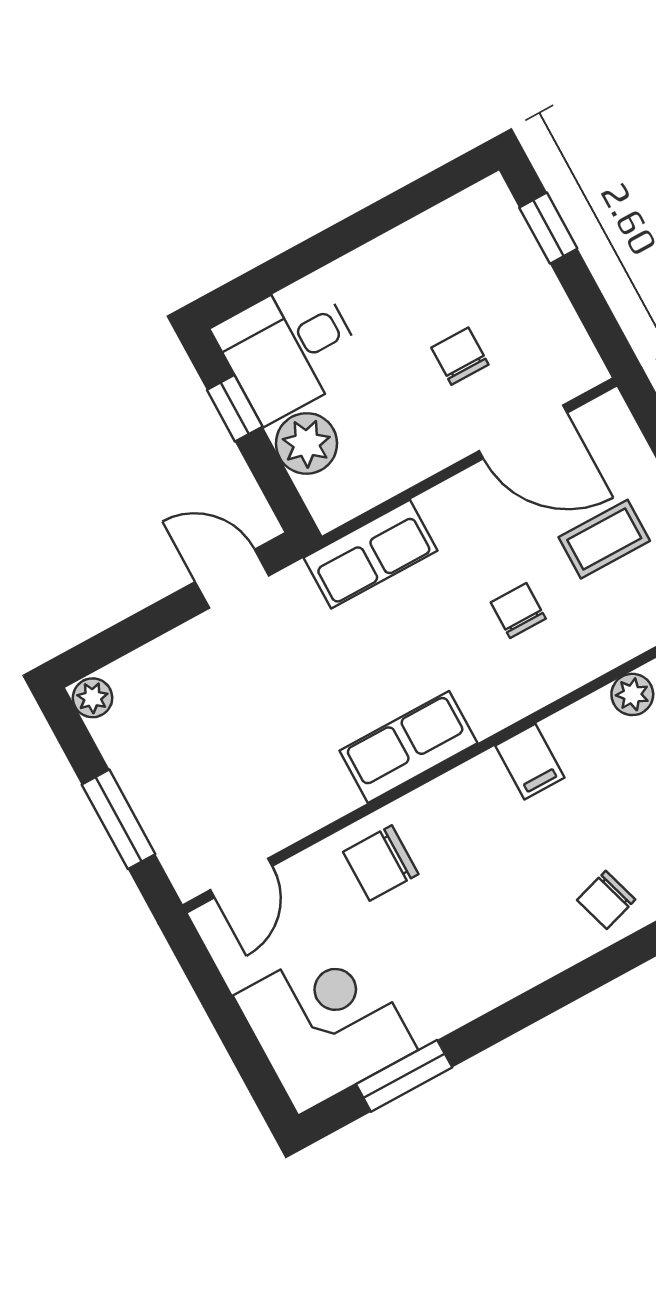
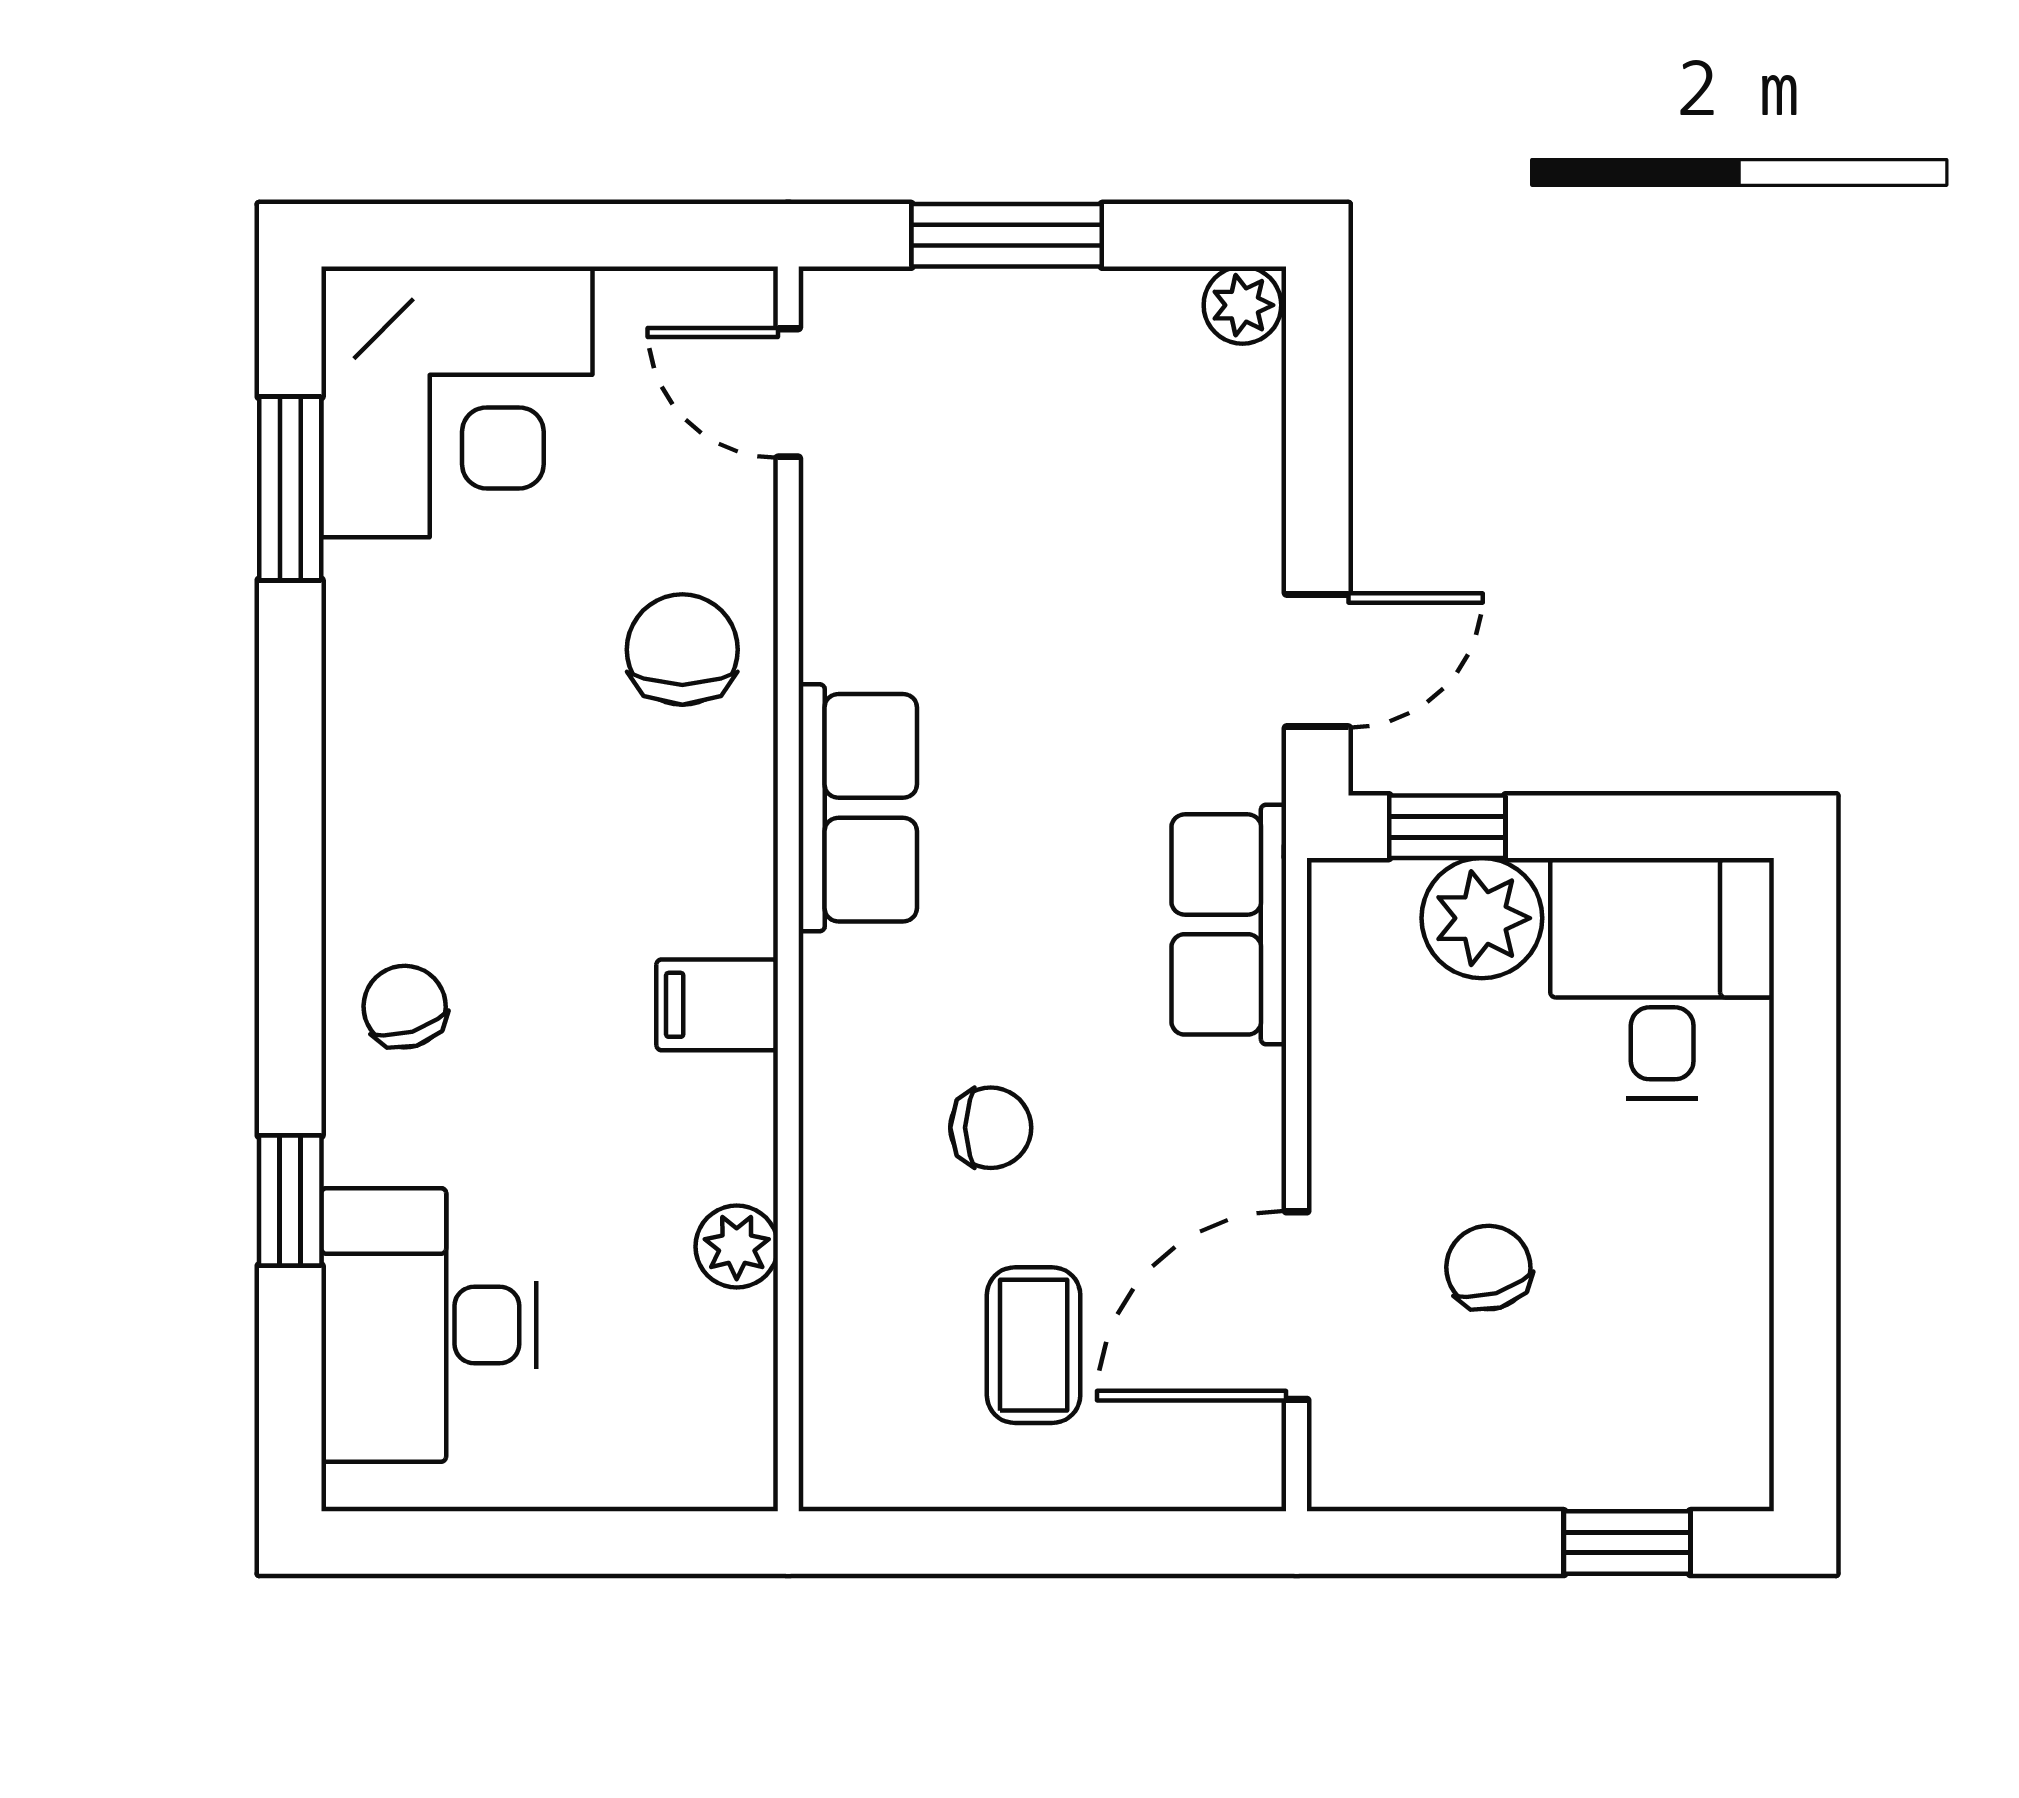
chair: (460, 356) -> (1488, 1268), turned -107
window: (235, 408) -> (1447, 827), moved

